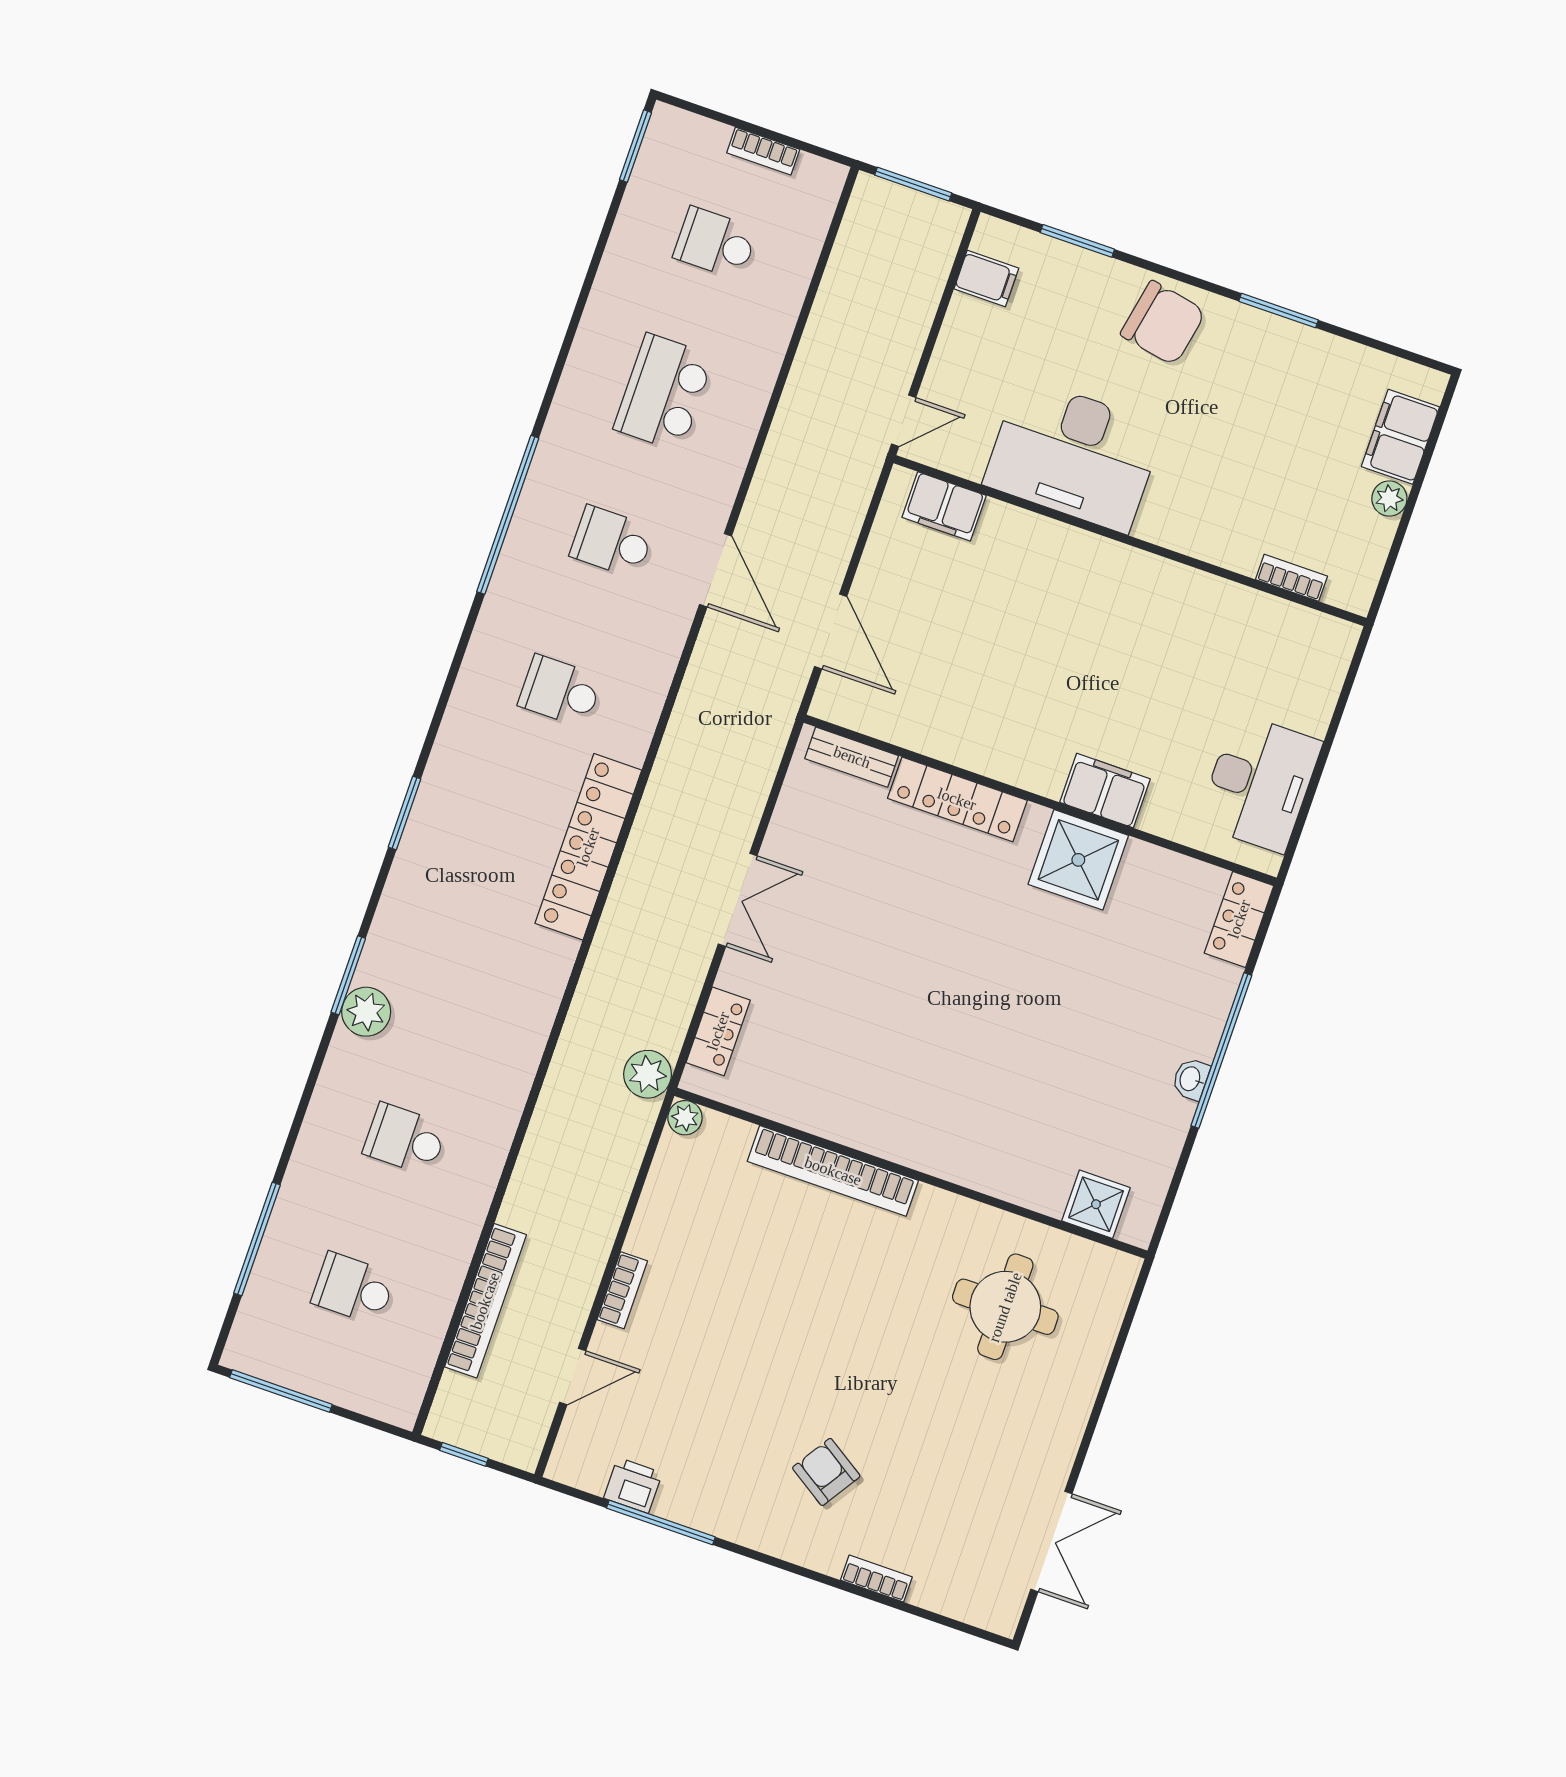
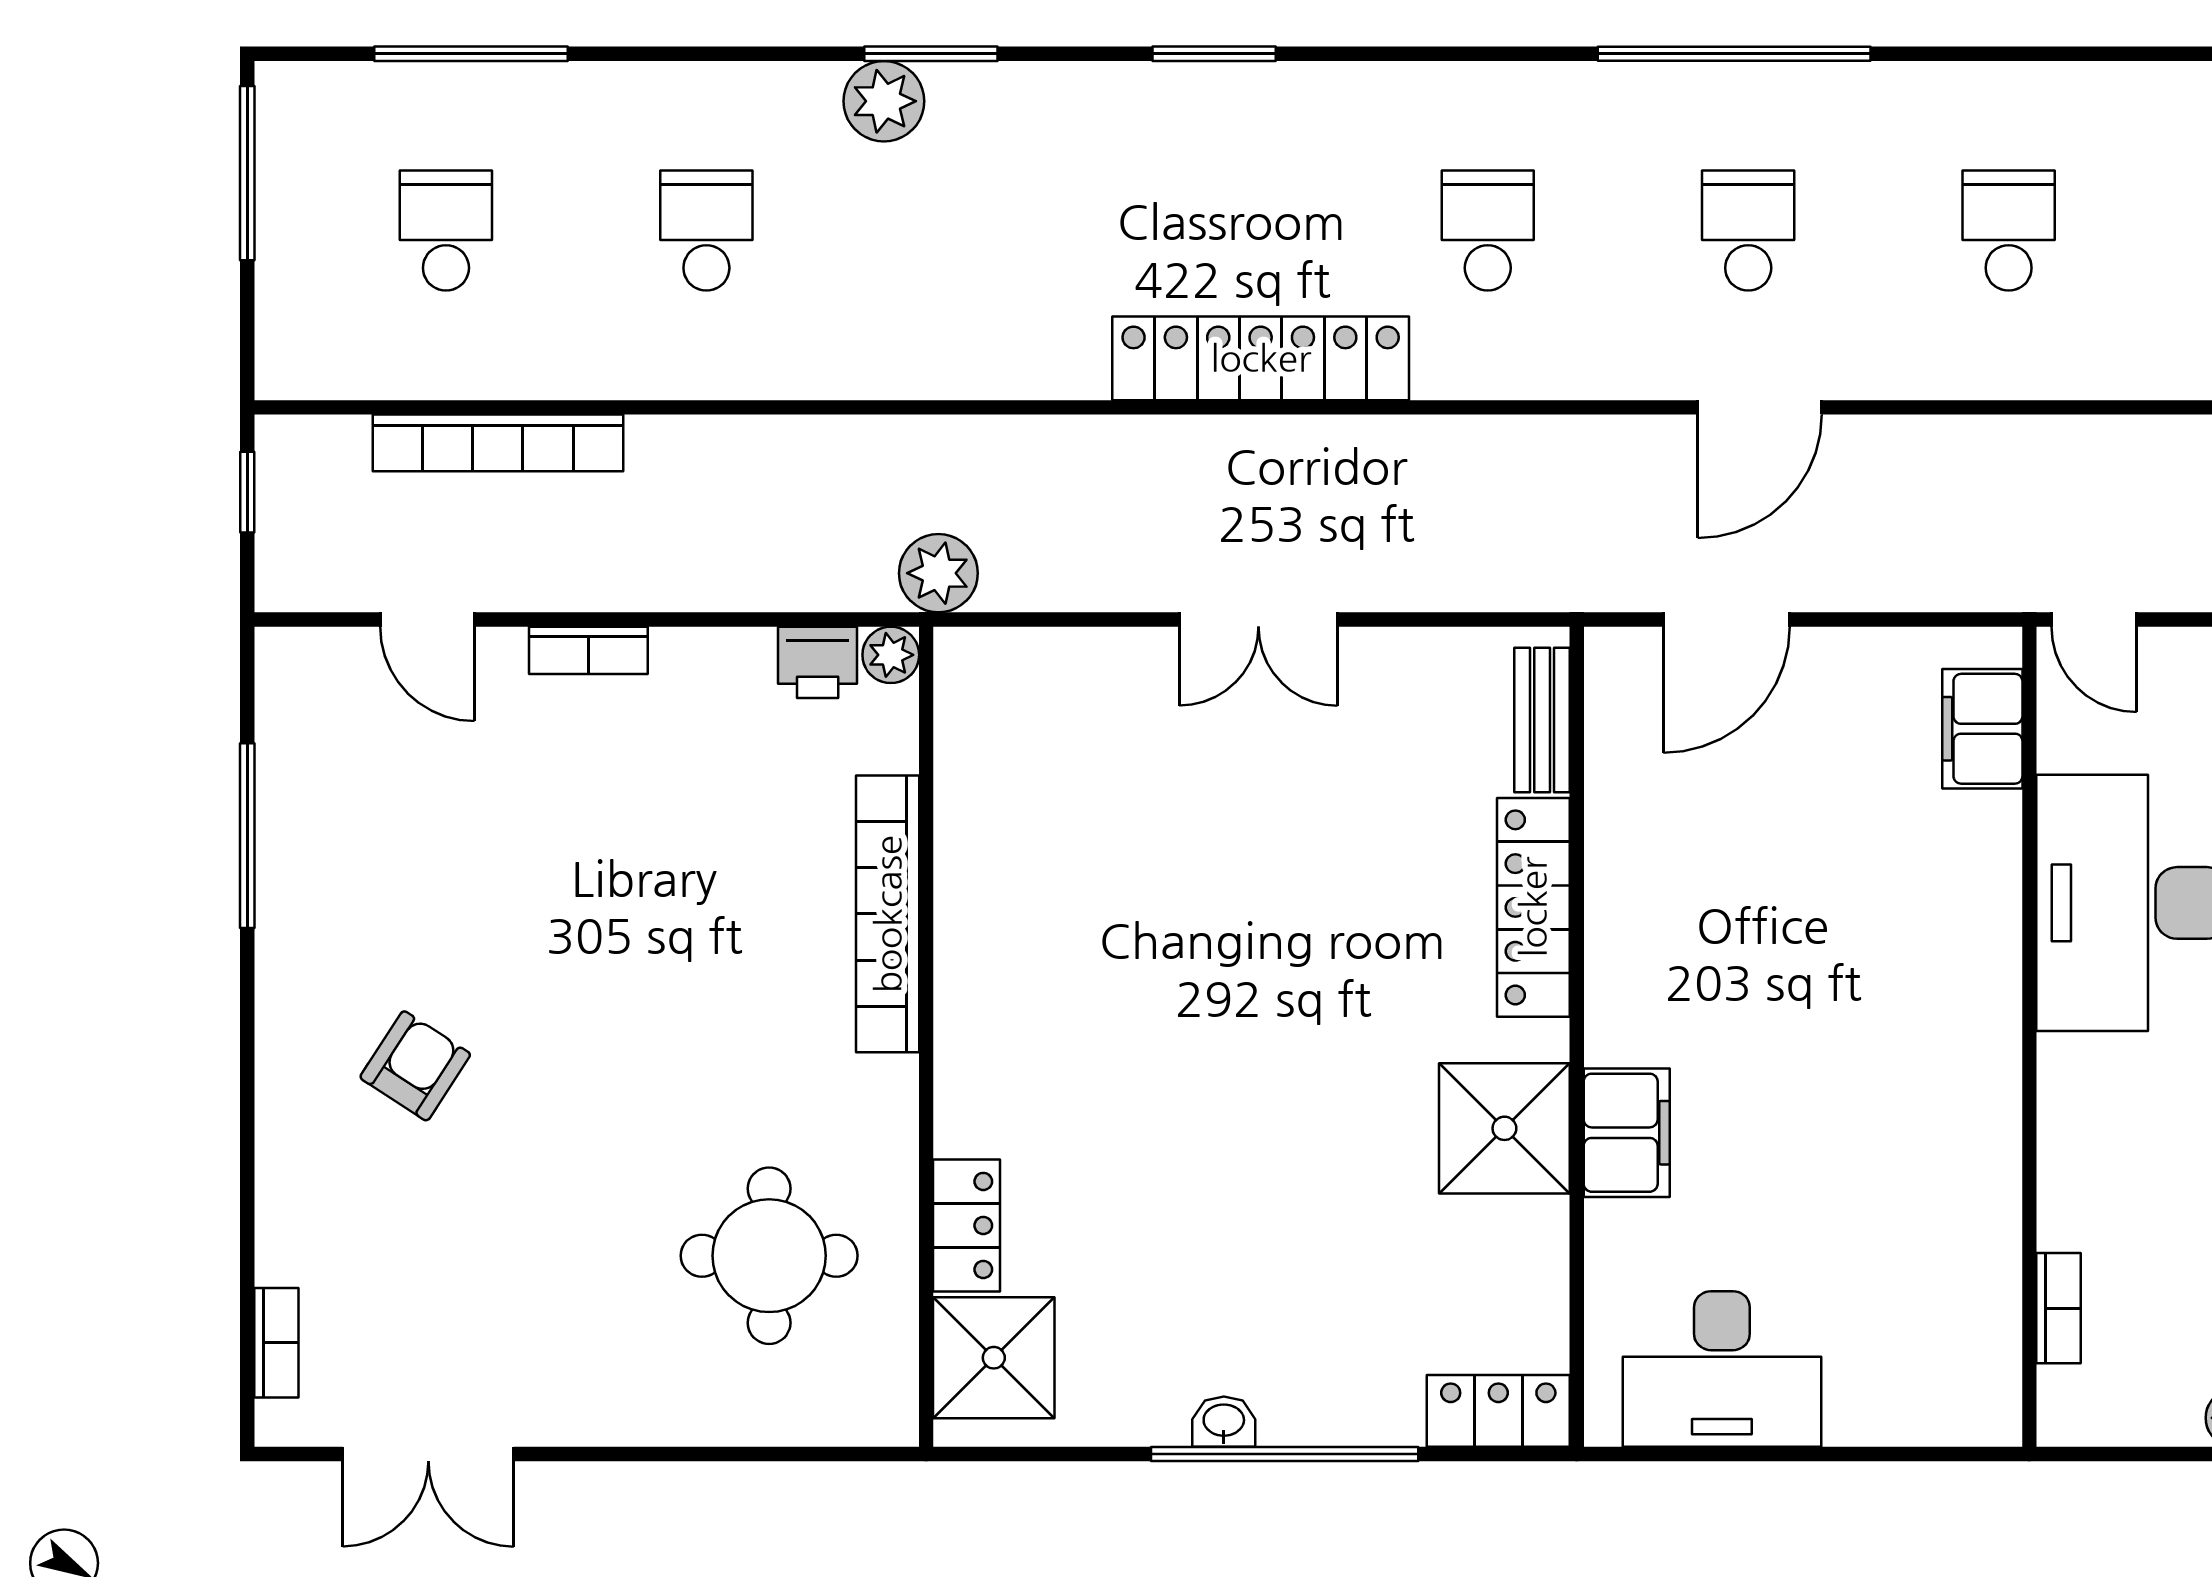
school desk: (664, 392) -> (2009, 231), width x0.54
locker: (718, 1031) -> (967, 1225), moved, turned -90
shower: (1096, 1204) -> (994, 1358), width x1.36, depth x1.36
printer: (633, 1485) -> (818, 662), moved, turned 90
bookcase: (876, 1579) -> (276, 1343), moved

